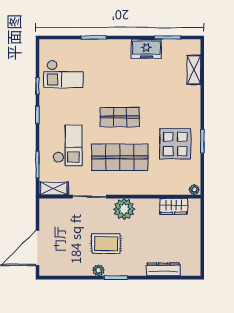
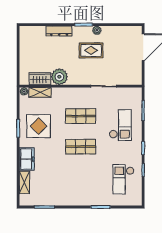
freezer: (146, 49) -> (27, 159), moved, turned 90
checkout: (63, 74) -> (123, 179), turned -90
checkout: (68, 145) -> (120, 125), turned 180
shop shelf: (120, 157) -> (81, 116), width x0.70, depth x0.74
shelving: (54, 188) -> (40, 92), moved
plant: (124, 209) -> (59, 77), moved
dresser: (163, 269) -> (59, 31), moved

